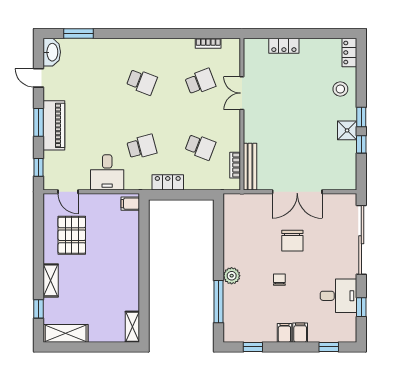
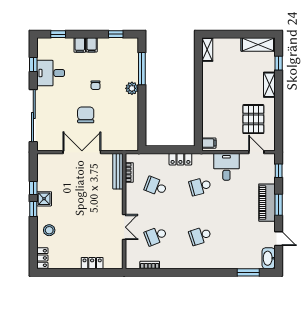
school desk: (142, 82) -> (200, 236), turned -39

